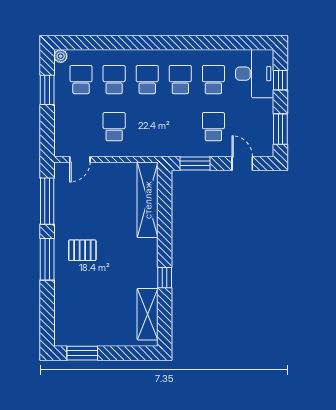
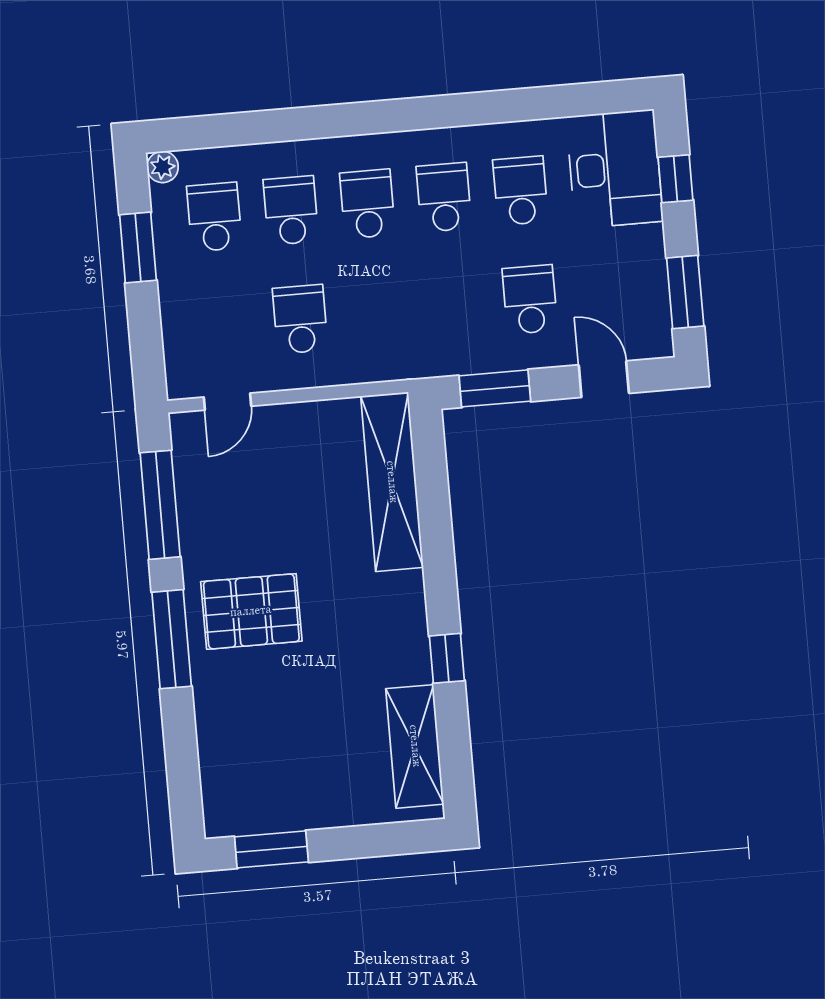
pallet: (82, 250) -> (251, 611), width x1.50, depth x1.42

